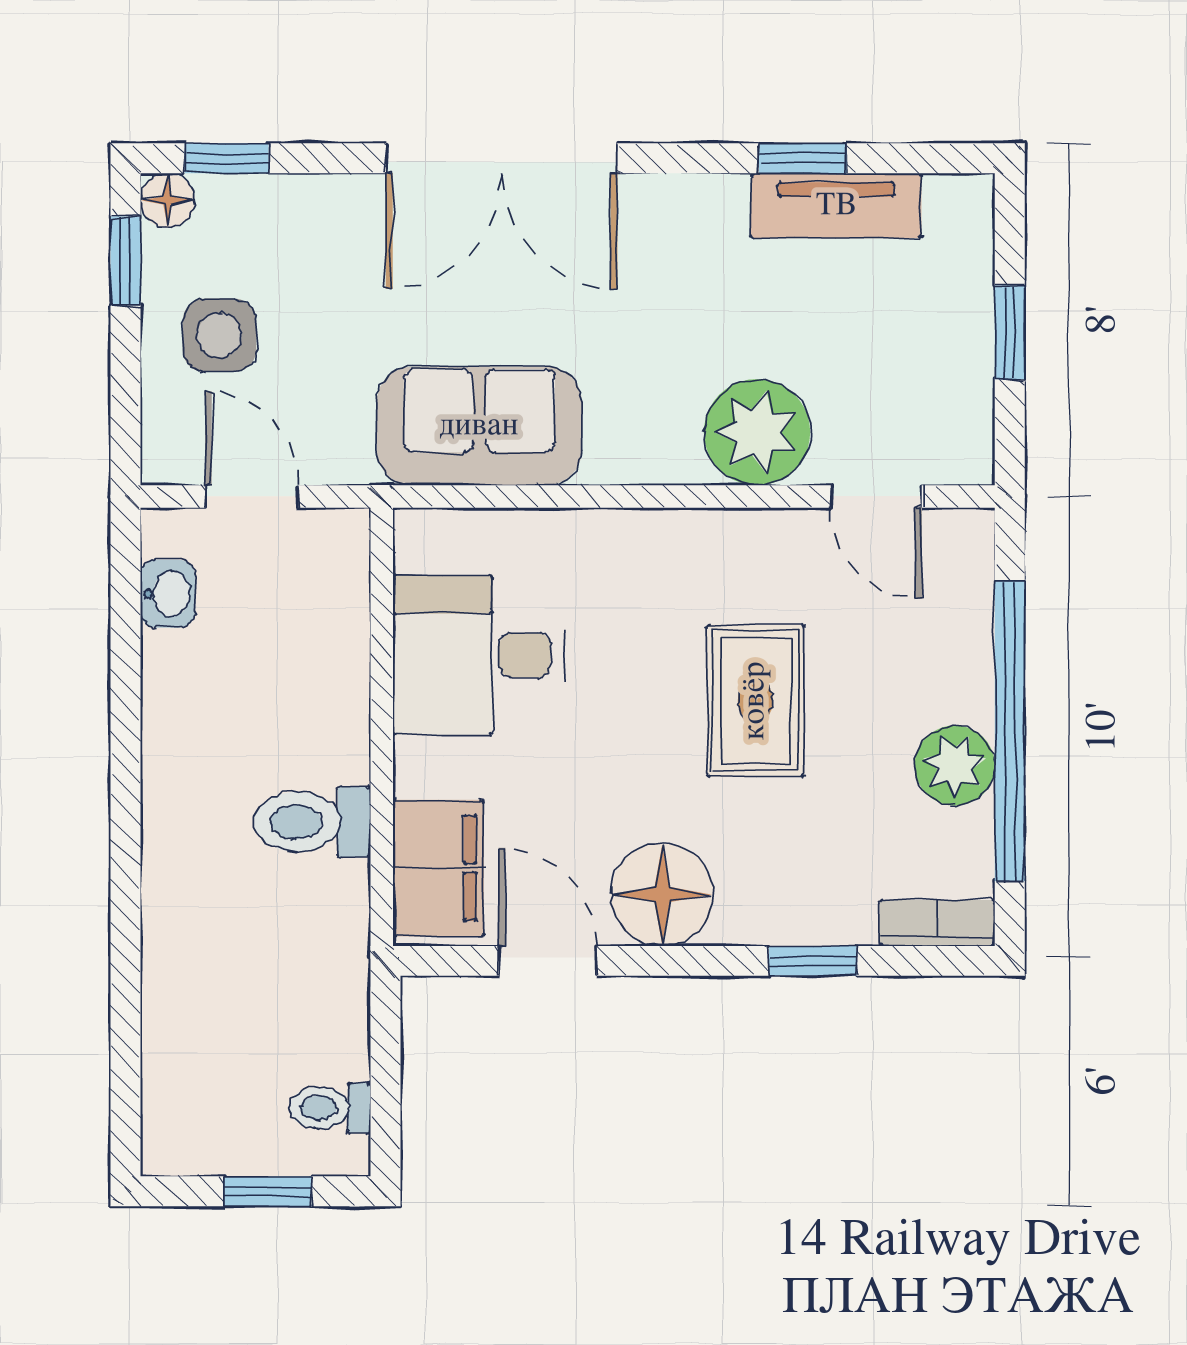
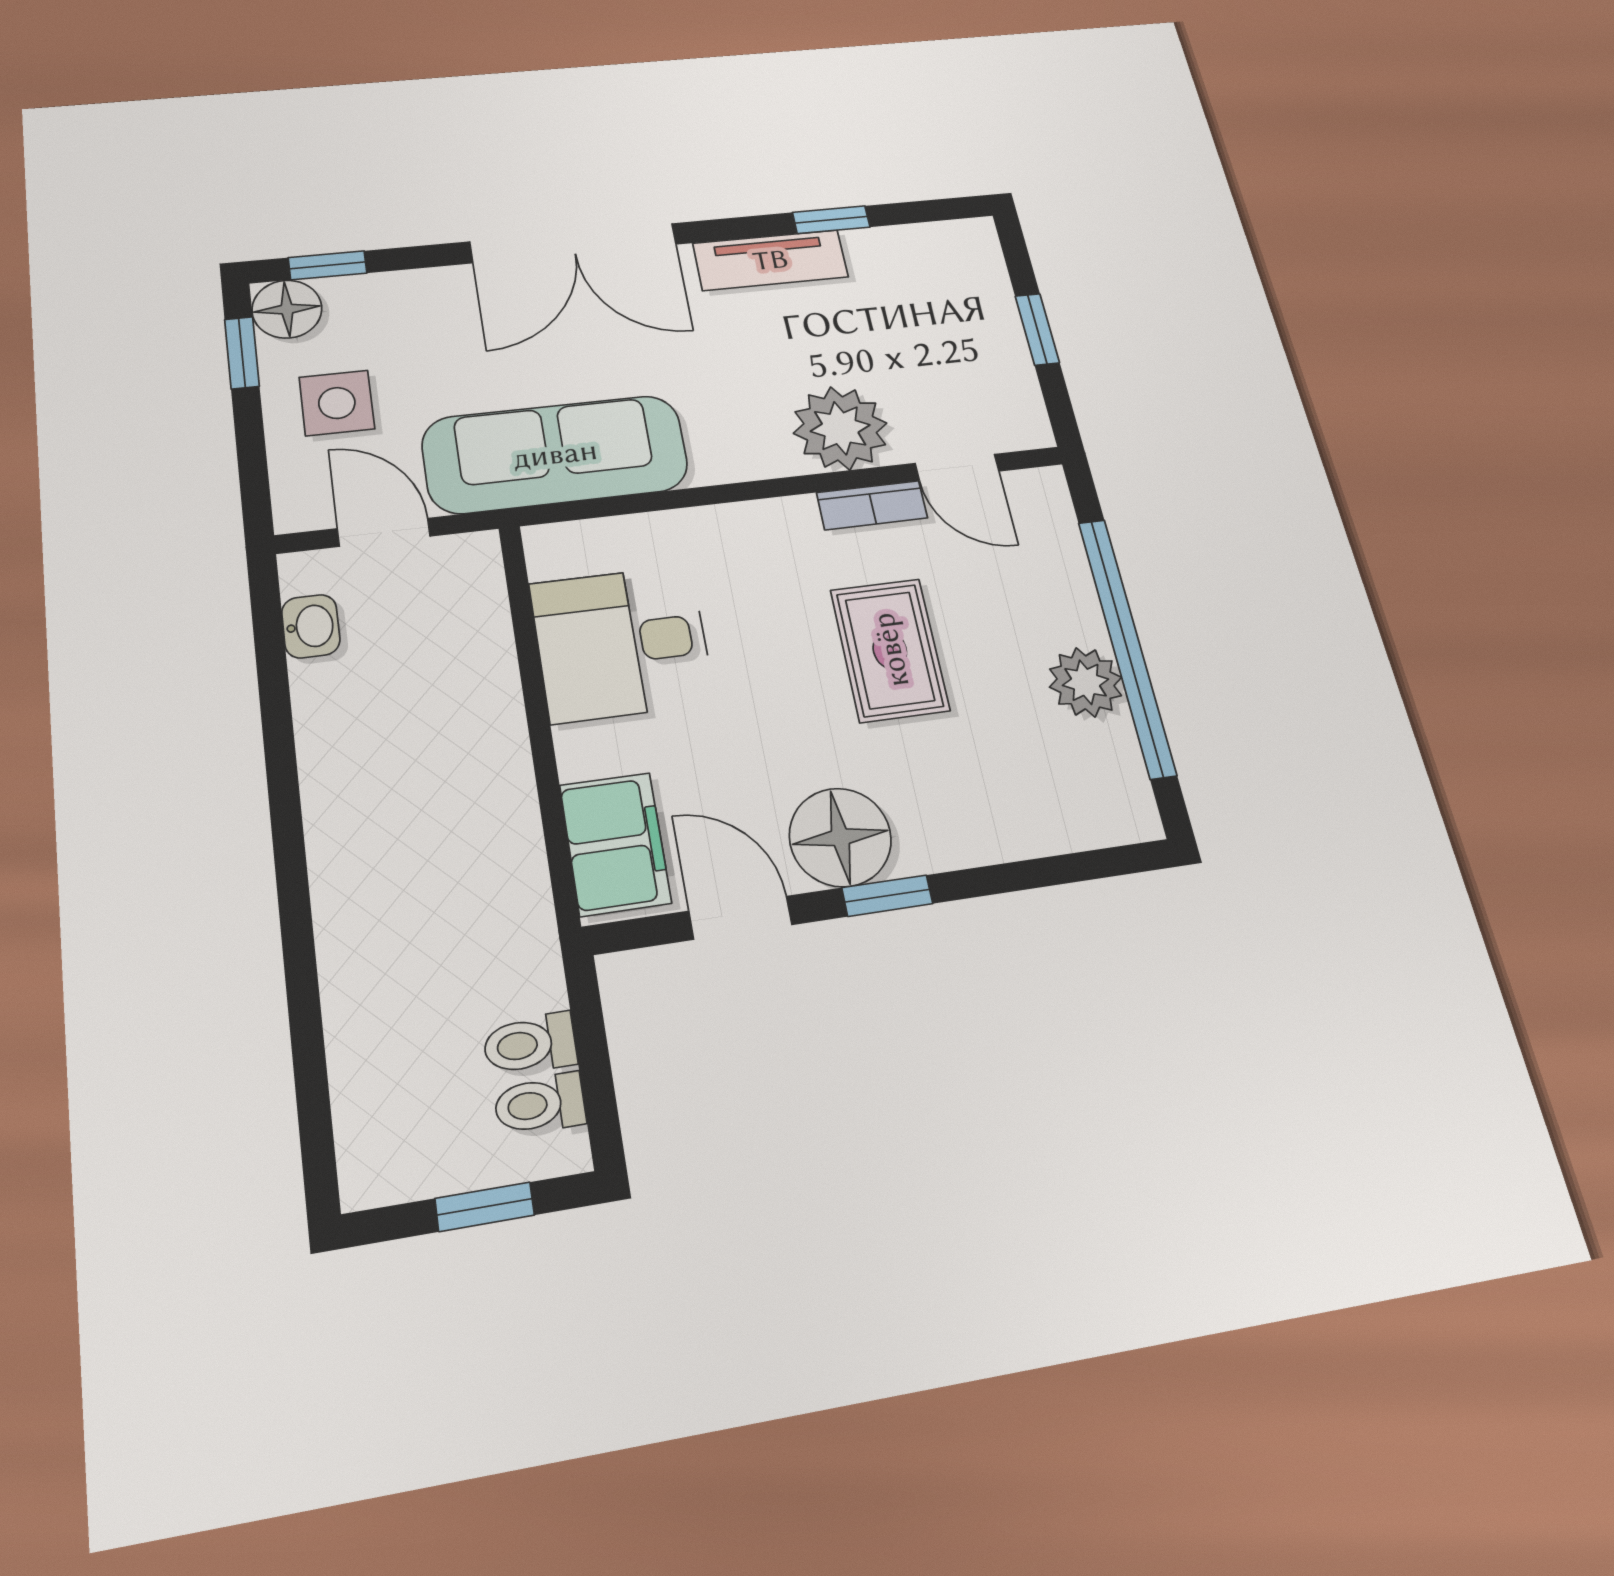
floor lamp: (168, 200) -> (287, 309), width x1.37, depth x1.37
tv unit: (836, 206) -> (771, 260), moved
sofa: (479, 426) -> (555, 454), width x1.36
toilet: (312, 822) -> (530, 1044), moved, width x0.73, depth x0.72
bookcase: (937, 923) -> (872, 505), moved, turned 180
window: (813, 961) -> (887, 896), moved

